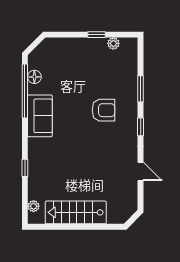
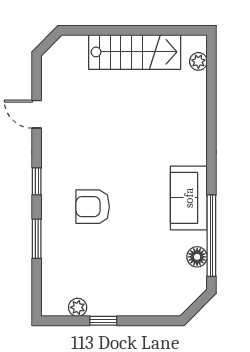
window: (25, 168) -> (211, 119), removed

